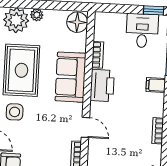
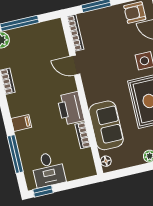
floor lamp: (77, 22) -> (106, 161), width x0.53, depth x0.53
sofa: (71, 77) -> (106, 125), moved

